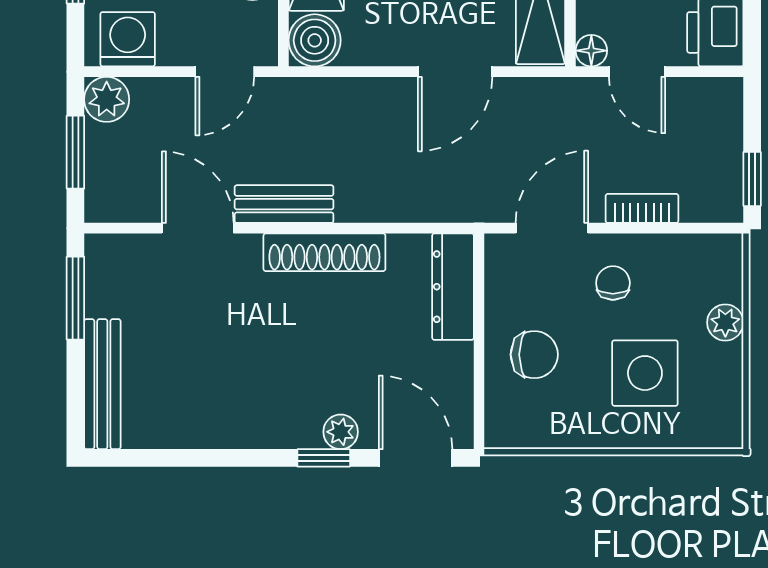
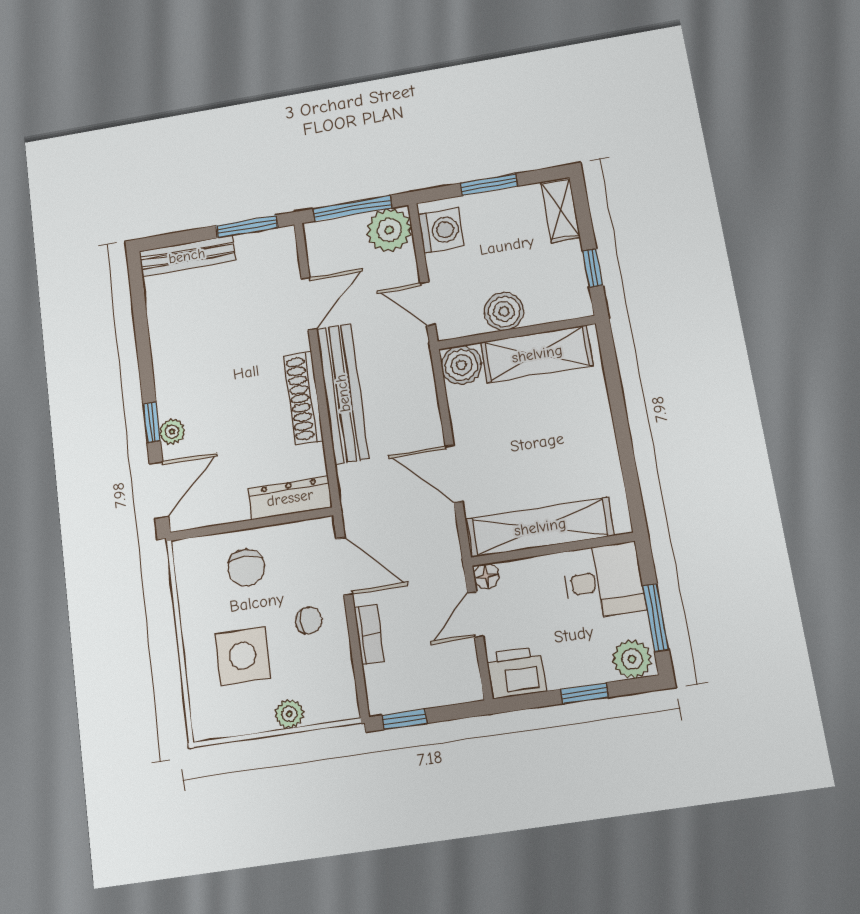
plant: (107, 99) -> (389, 230), width x1.36, depth x1.36
window: (75, 152) -> (353, 208), width x1.44
bench: (284, 204) -> (343, 393), width x1.86, depth x1.21

